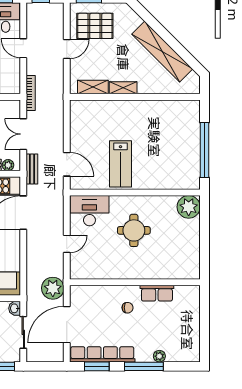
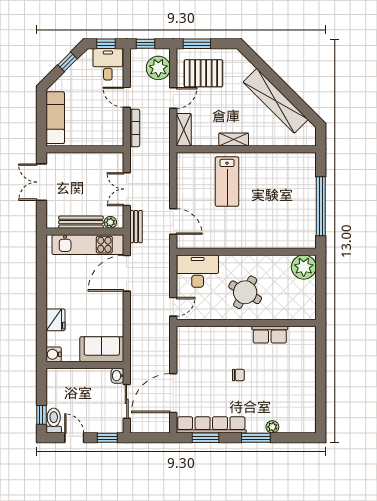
shelving: (93, 87) -> (184, 130), moved, turned 90
bookcase: (31, 93) -> (135, 128), moved
lab bench: (120, 164) -> (227, 182), moved
round table: (134, 230) -> (245, 292), turned 30
wall: (135, 282) -> (246, 323), moved
plant: (53, 288) -> (158, 68), moved
row of seats: (157, 293) -> (270, 335), moved
window: (144, 366) -> (256, 438), width x0.69

